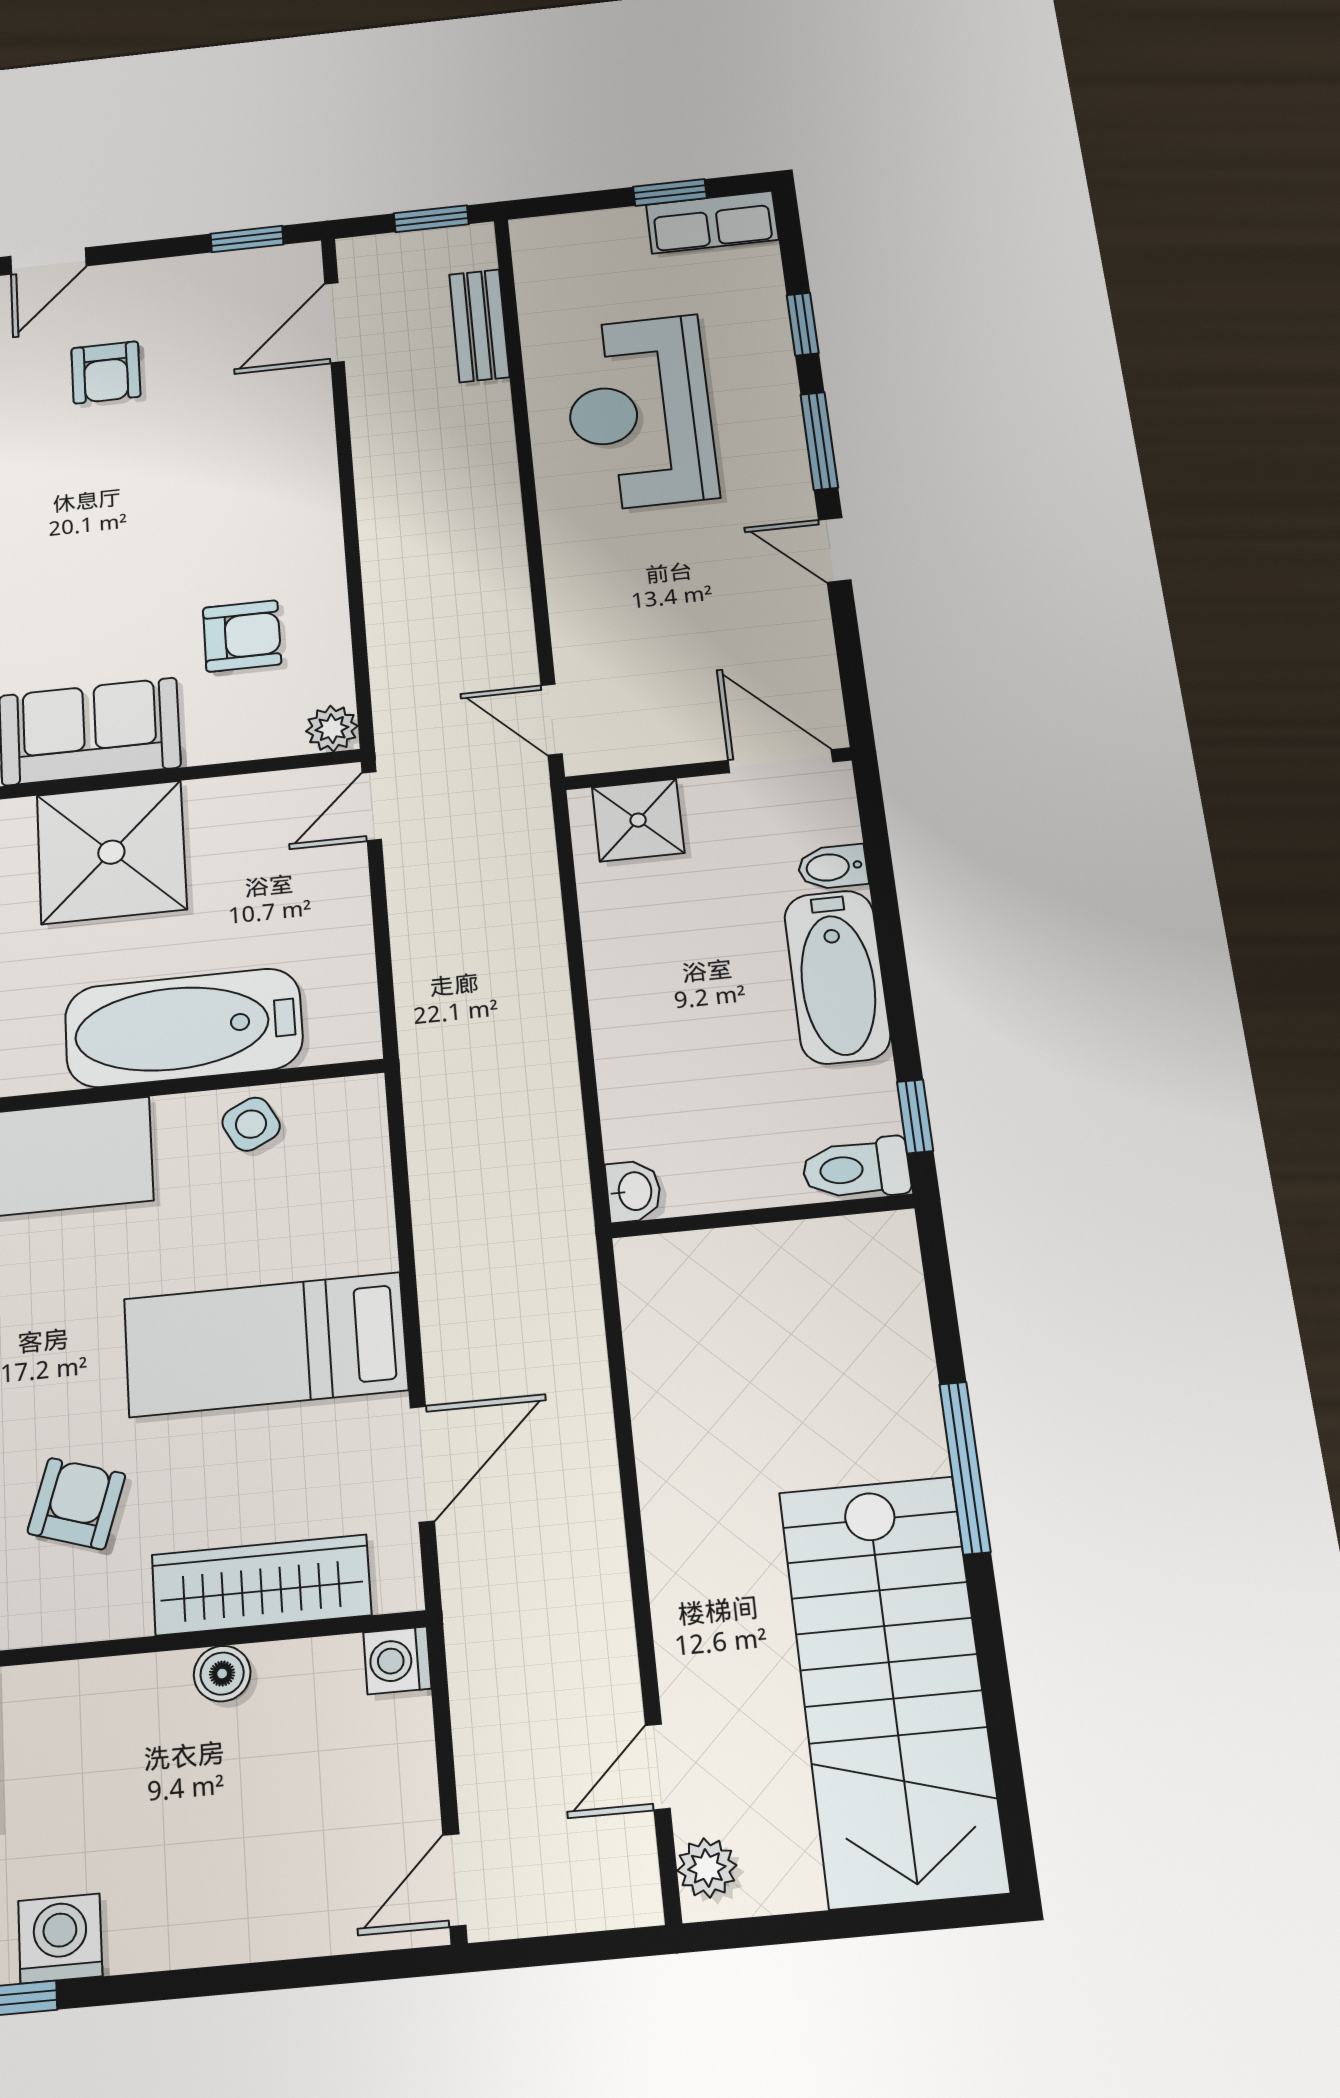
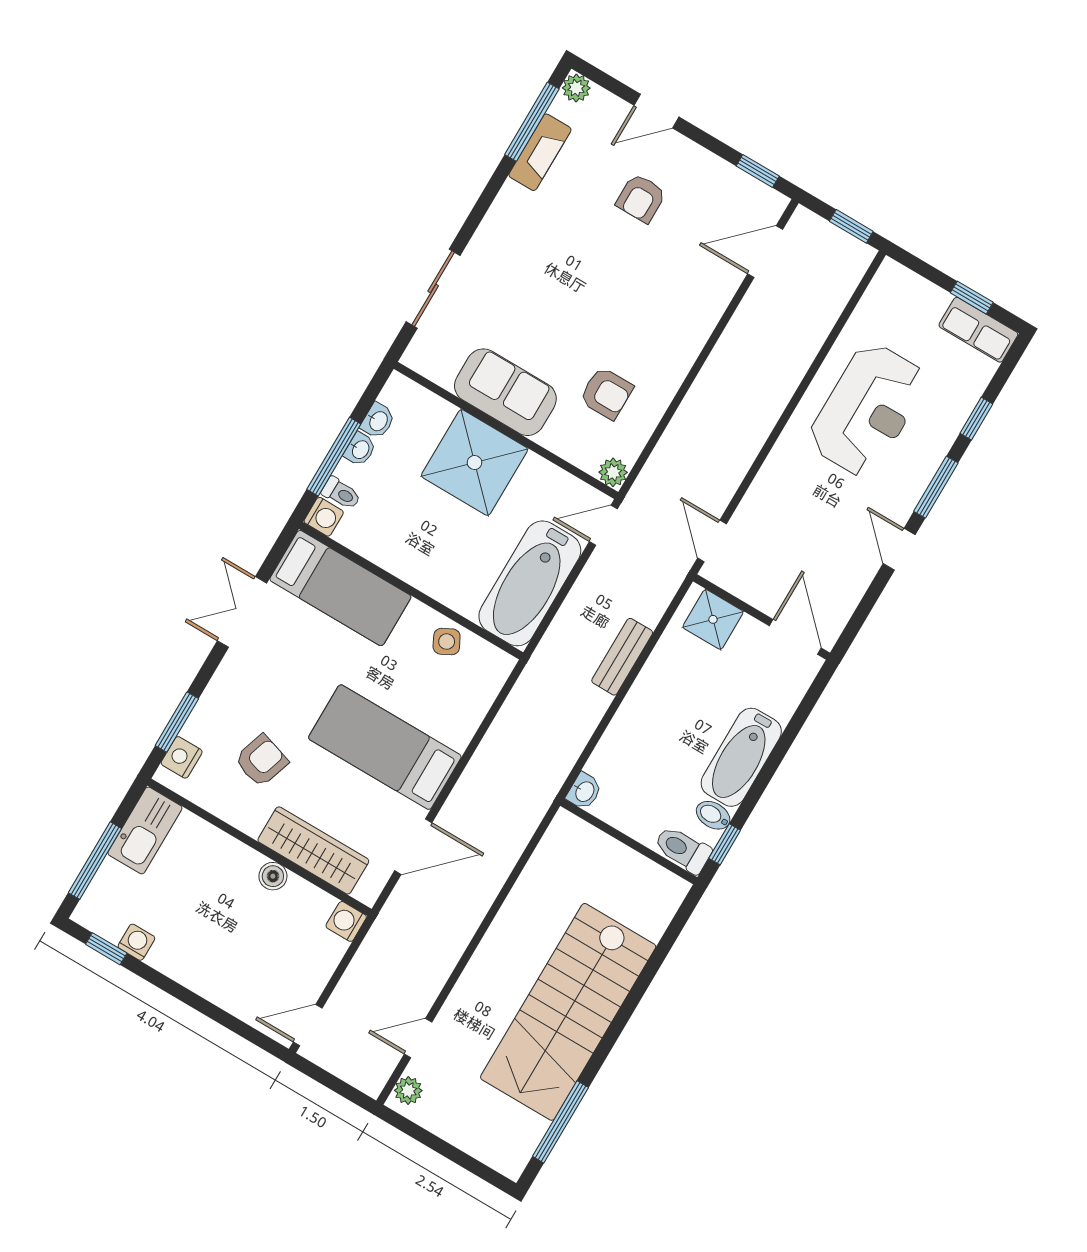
bench: (479, 326) -> (622, 657), moved
reception desk: (640, 412) -> (868, 410), turned 180
bidet: (832, 867) -> (713, 815), moved
bathtub: (184, 1028) -> (530, 583), moved, turned -90
window: (965, 1468) -> (560, 1122), moved
stairs: (892, 1688) -> (568, 1012), moved
washing machine: (60, 1938) -> (136, 942), width x0.73, depth x0.73

